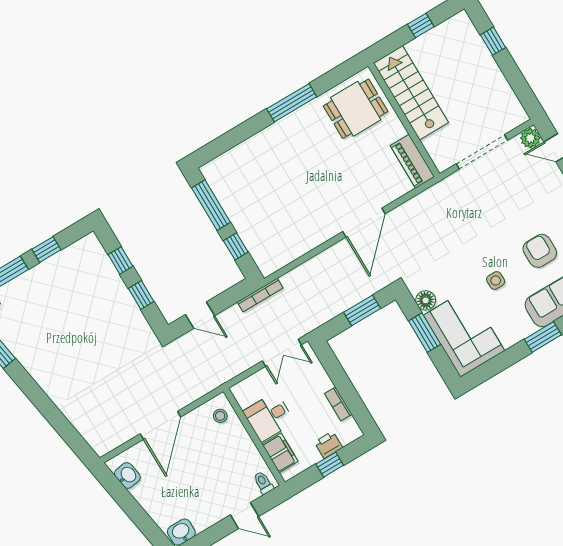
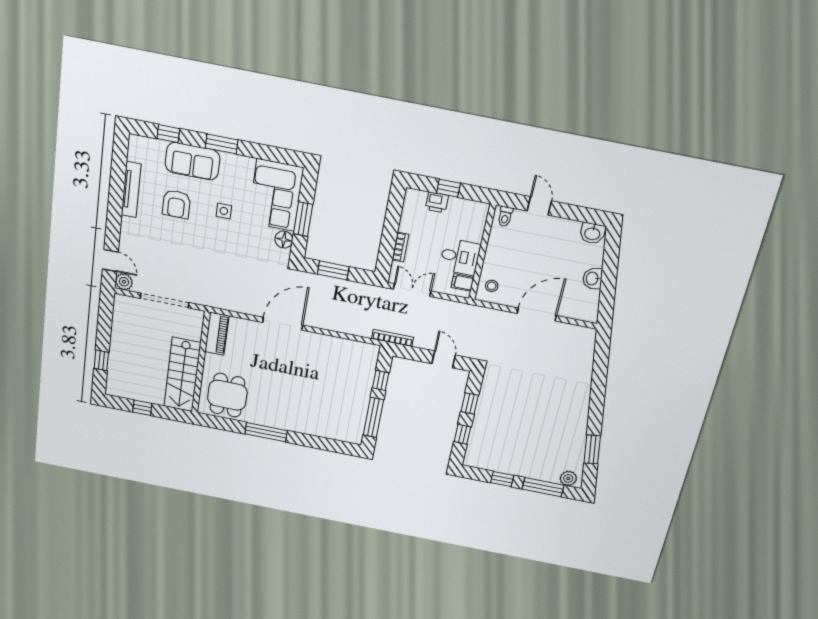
dining table: (356, 109) -> (227, 395), turned 90
bookcase: (338, 404) -> (400, 247), moved
filing cabinet: (280, 453) -> (462, 282), moved, width x0.50
washbasin: (127, 475) -> (593, 279), moved

